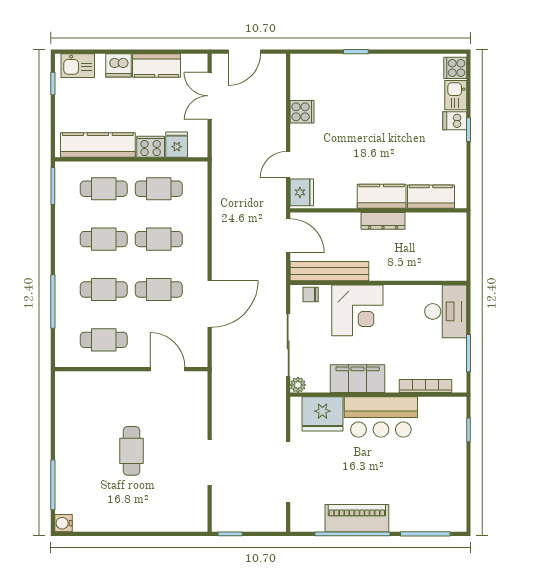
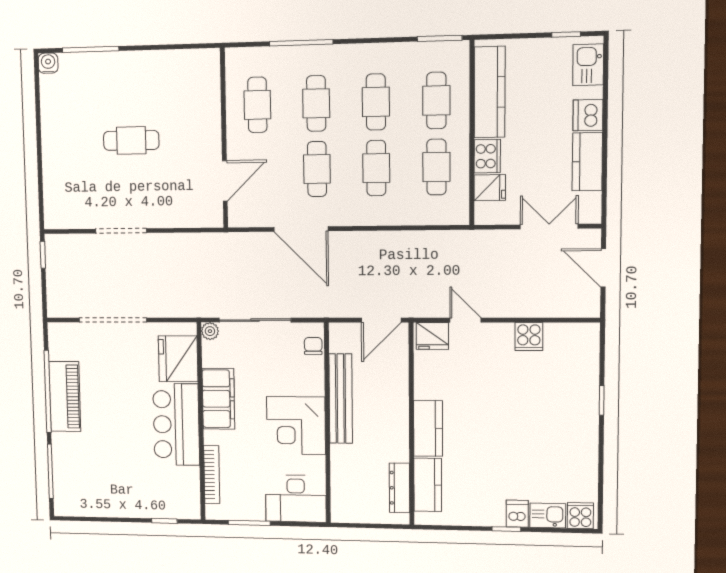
dresser: (383, 221) -> (399, 488), moved
bench: (329, 271) -> (341, 399), moved
corner desk: (357, 310) -> (296, 425), moved

